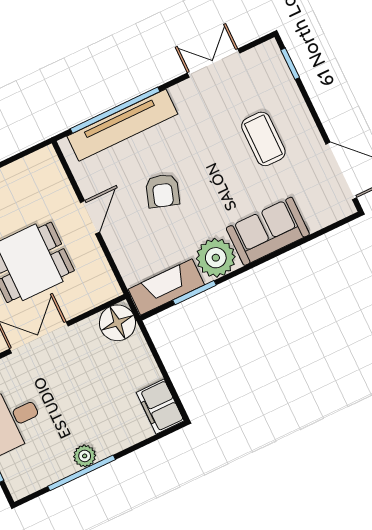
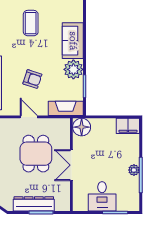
coffee table: (263, 139) -> (31, 23), turned 90
fireplace: (166, 287) -> (66, 108), moved, turned 90

